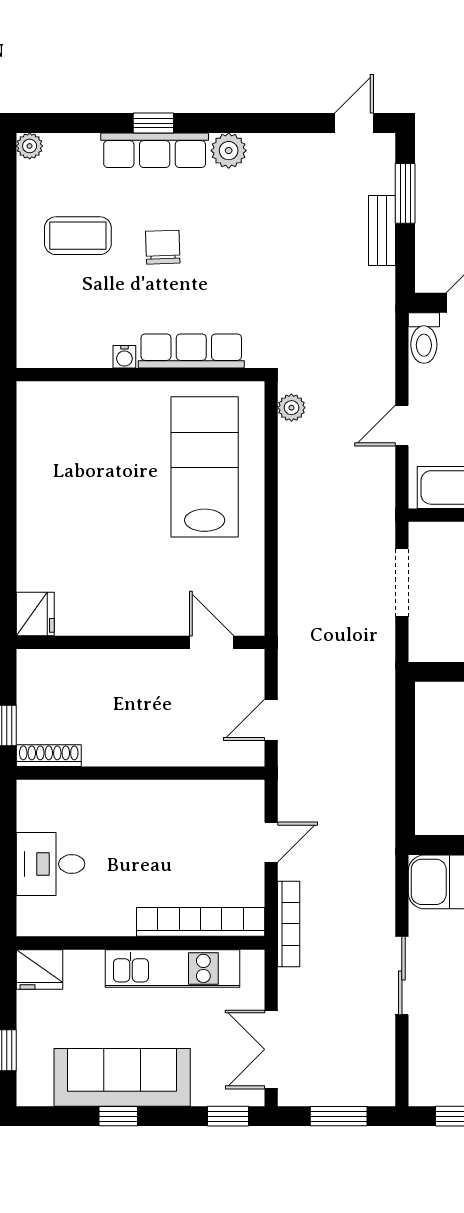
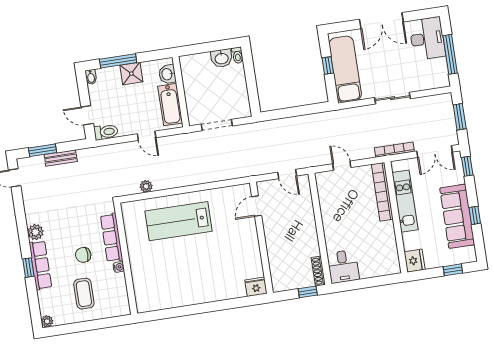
row of seats: (191, 351) -> (112, 238), moved
water cooler: (124, 357) -> (119, 267), moved
wall: (141, 375) -> (126, 259), moved
desk: (51, 864) -> (343, 266), moved
bookcase: (289, 924) -> (394, 150), moved

